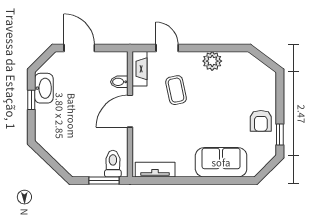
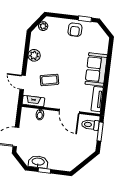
door: (167, 48) -> (23, 82), hinge flipped
plant: (260, 70) -> (43, 26), added
door: (130, 111) -> (69, 111), moved
armchair: (261, 121) -> (75, 30), turned 90
sofa: (221, 162) -> (96, 69), moved

